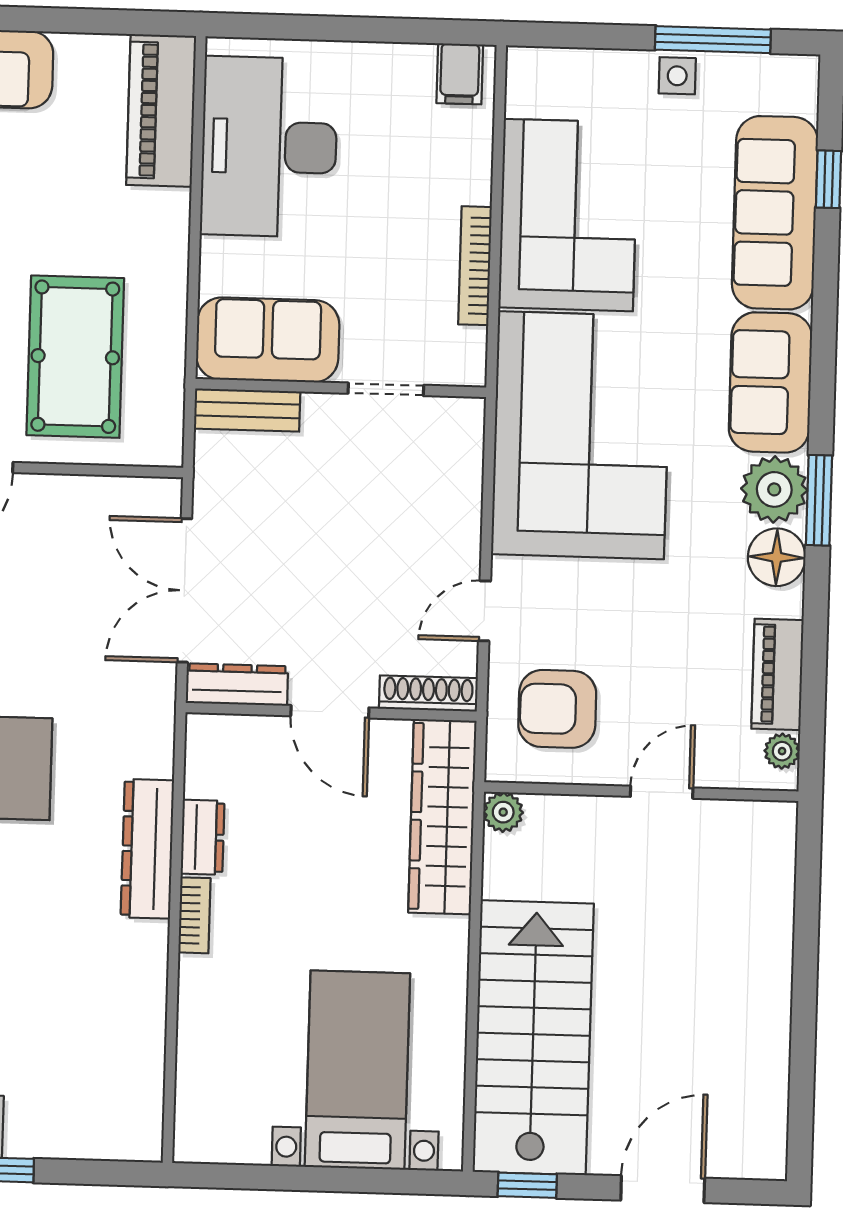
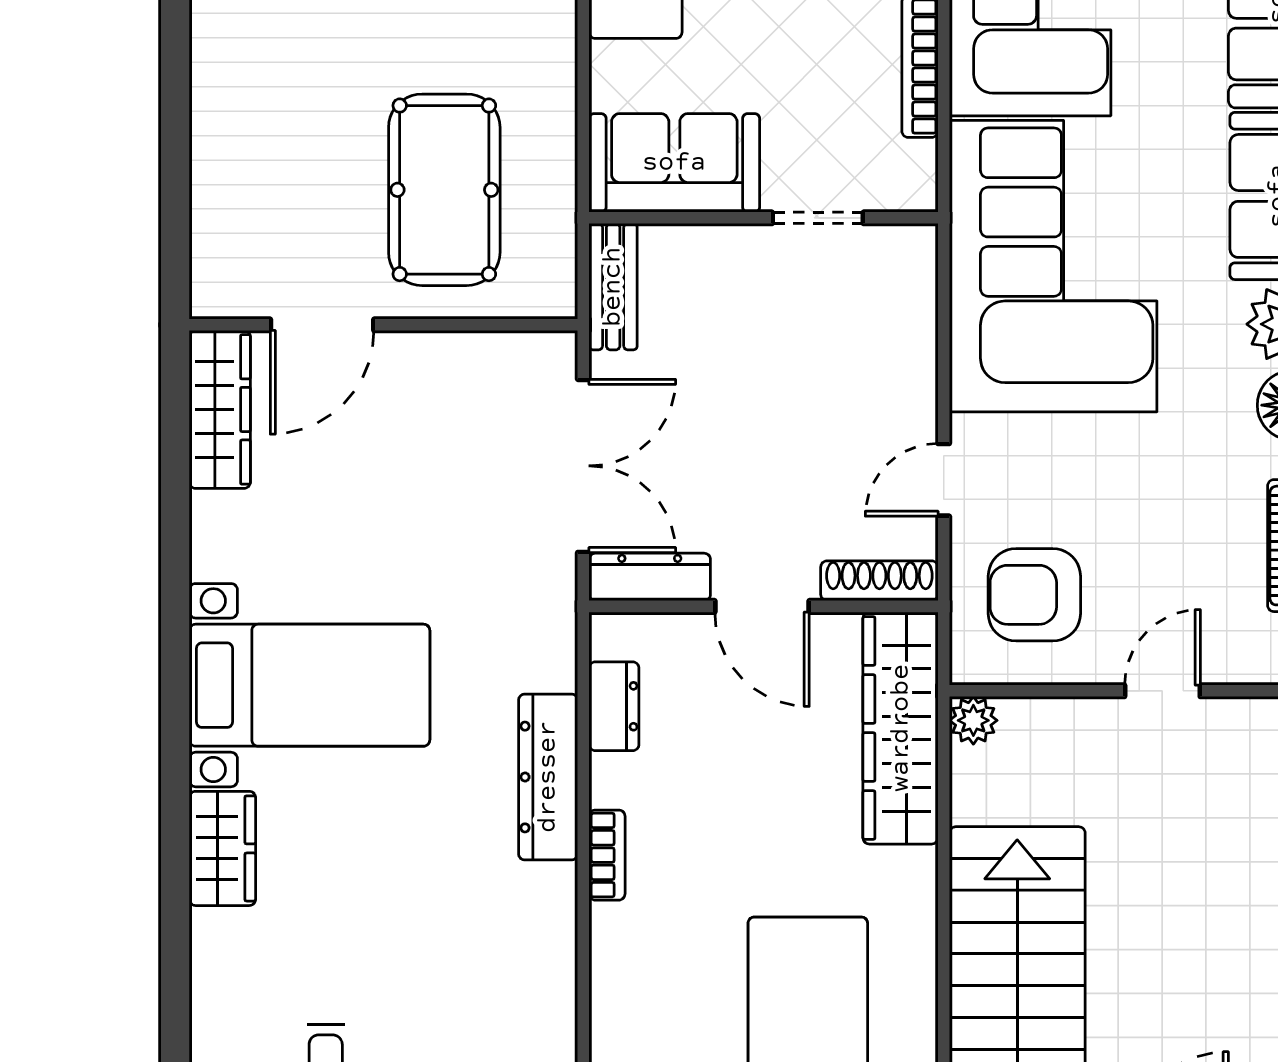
bench: (247, 410) -> (613, 287), moved, turned 90
double door: (184, 590) -> (583, 466), swing flipped
dresser: (203, 837) -> (614, 706), moved

